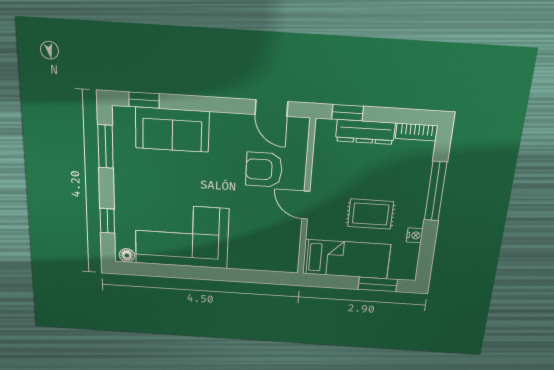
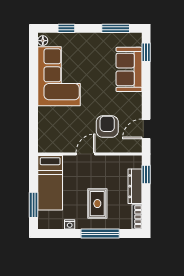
rug: (371, 214) -> (97, 204), moved

